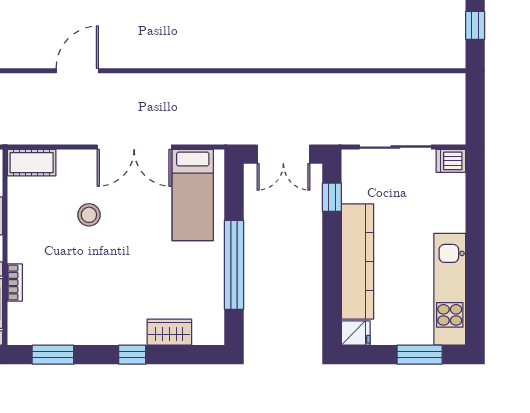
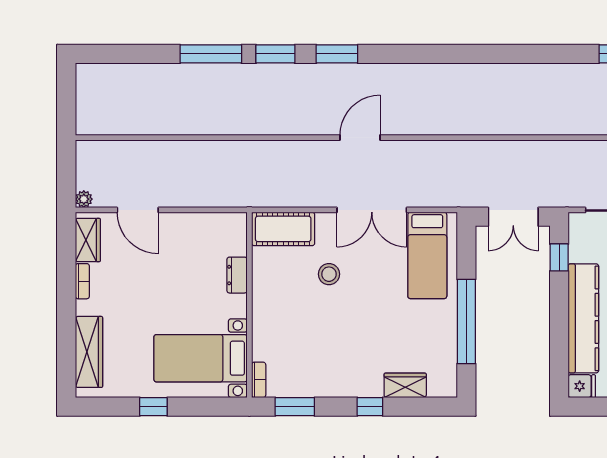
door: (77, 71) -> (360, 138), moved
cot: (32, 163) -> (283, 229), width x1.37, depth x1.34
bookcase: (15, 283) -> (259, 380), moved

